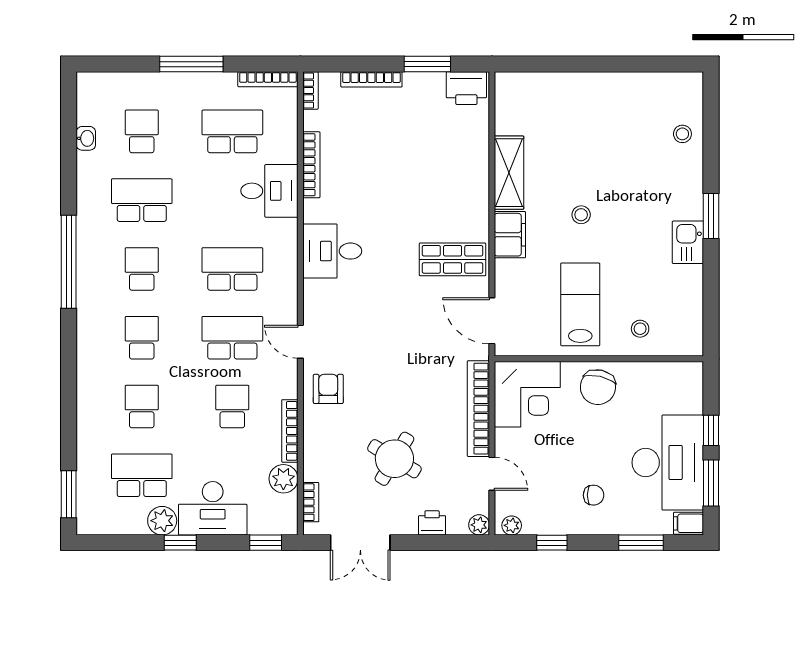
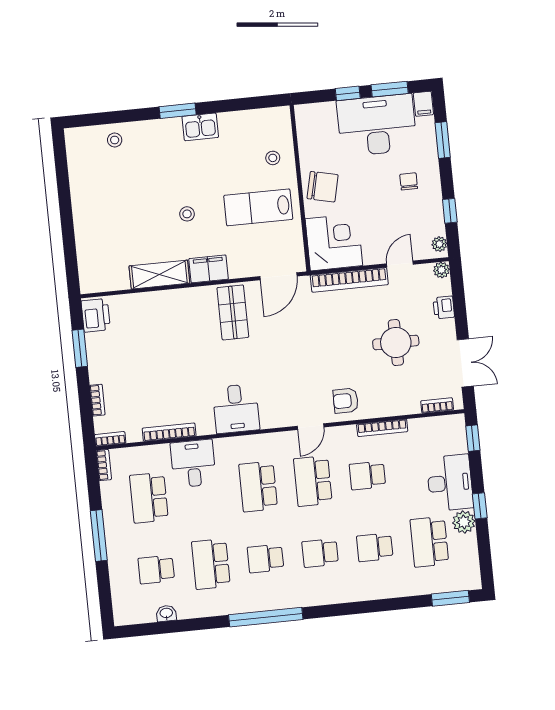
bookcase: (268, 79) -> (104, 465), width x0.64
bookcase: (371, 79) -> (97, 400), width x0.64
round table: (394, 459) -> (396, 342), turned -31
plant: (283, 479) -> (421, 429), removed

